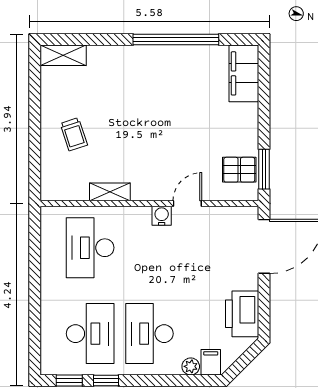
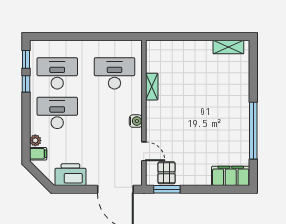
shelving: (63, 55) -> (228, 47), moved, turned 90
trolley: (74, 134) -> (190, 62), removed
door: (187, 204) -> (144, 151), moved
desk: (90, 334) -> (57, 73), turned 180

